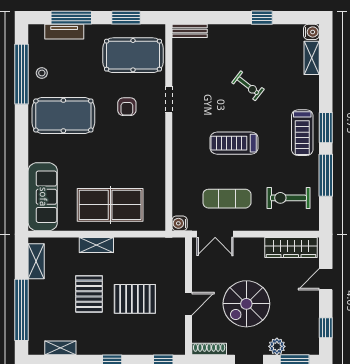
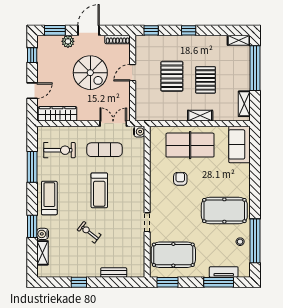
window: (126, 18) -> (167, 282), moved
bench: (190, 31) -> (114, 272), moved
water cooler: (311, 32) -> (43, 234), moved
armchair: (127, 107) -> (180, 179), moved
window: (326, 128) -> (32, 226), moved
treadmill: (234, 143) -> (99, 190), turned 90
sofa: (43, 197) -> (239, 144), width x0.73
pallet: (135, 299) -> (172, 76), turned 90
spiral stairs: (246, 304) -> (90, 73), turned 90
shelving: (60, 348) -> (239, 40), moved

